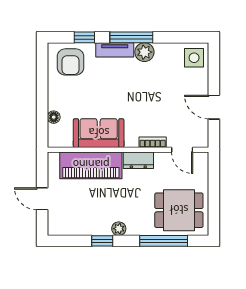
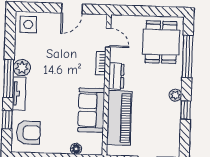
door: (182, 150) -> (108, 38), hinge flipped

